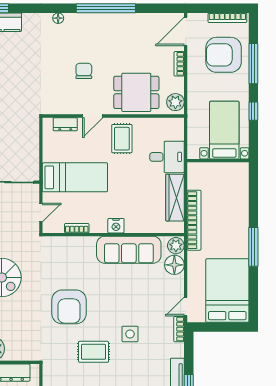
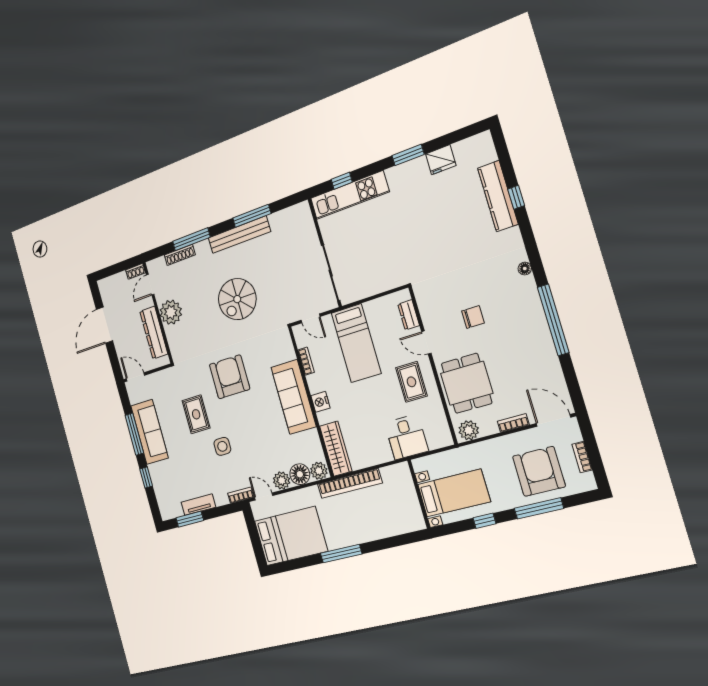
bookcase: (227, 18) -> (582, 457), width x0.64
rug: (122, 139) -> (411, 382), turned 90
wardrobe: (175, 198) -> (336, 449), moved, turned 90
sofa: (129, 250) -> (294, 397), moved
plant: (176, 284) -> (282, 481), added
armchair: (69, 307) -> (230, 377), turned 90

